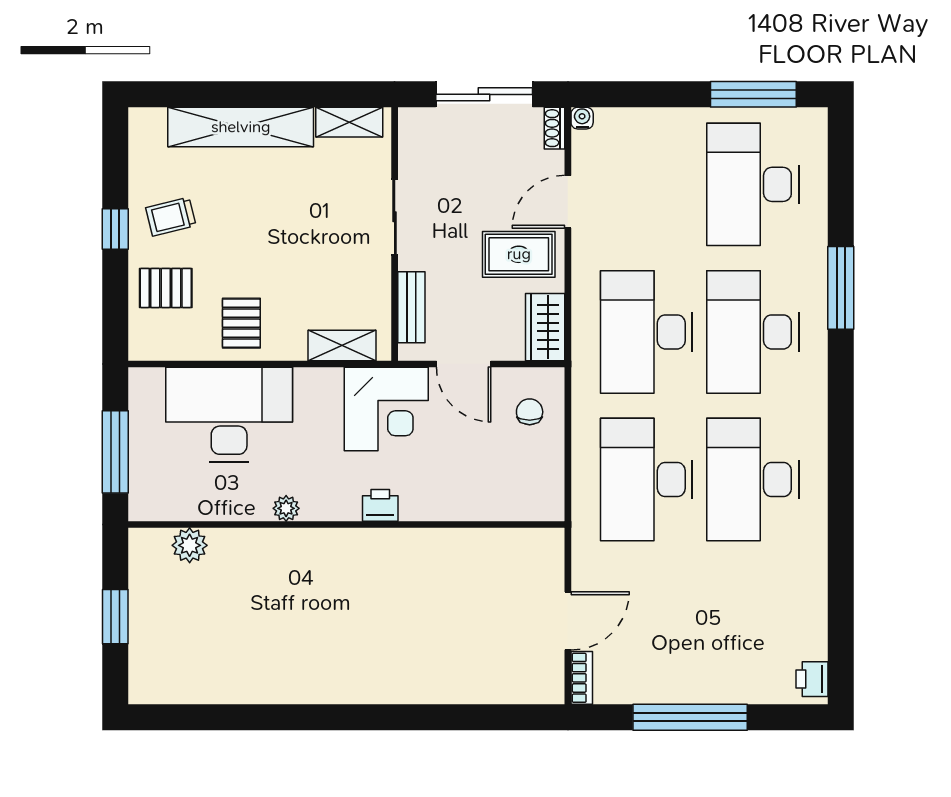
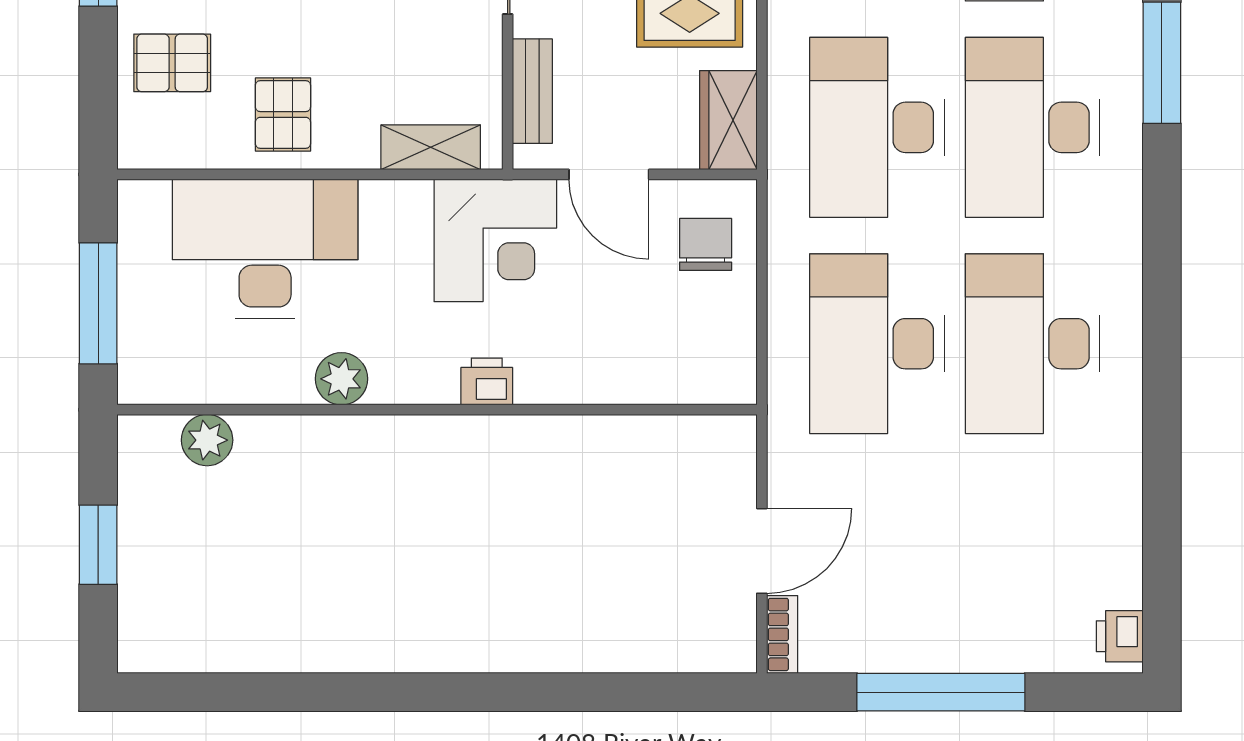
chair: (530, 412) -> (706, 244), width x1.37, depth x1.37
plant: (286, 508) -> (341, 379), width x1.38, depth x1.38

